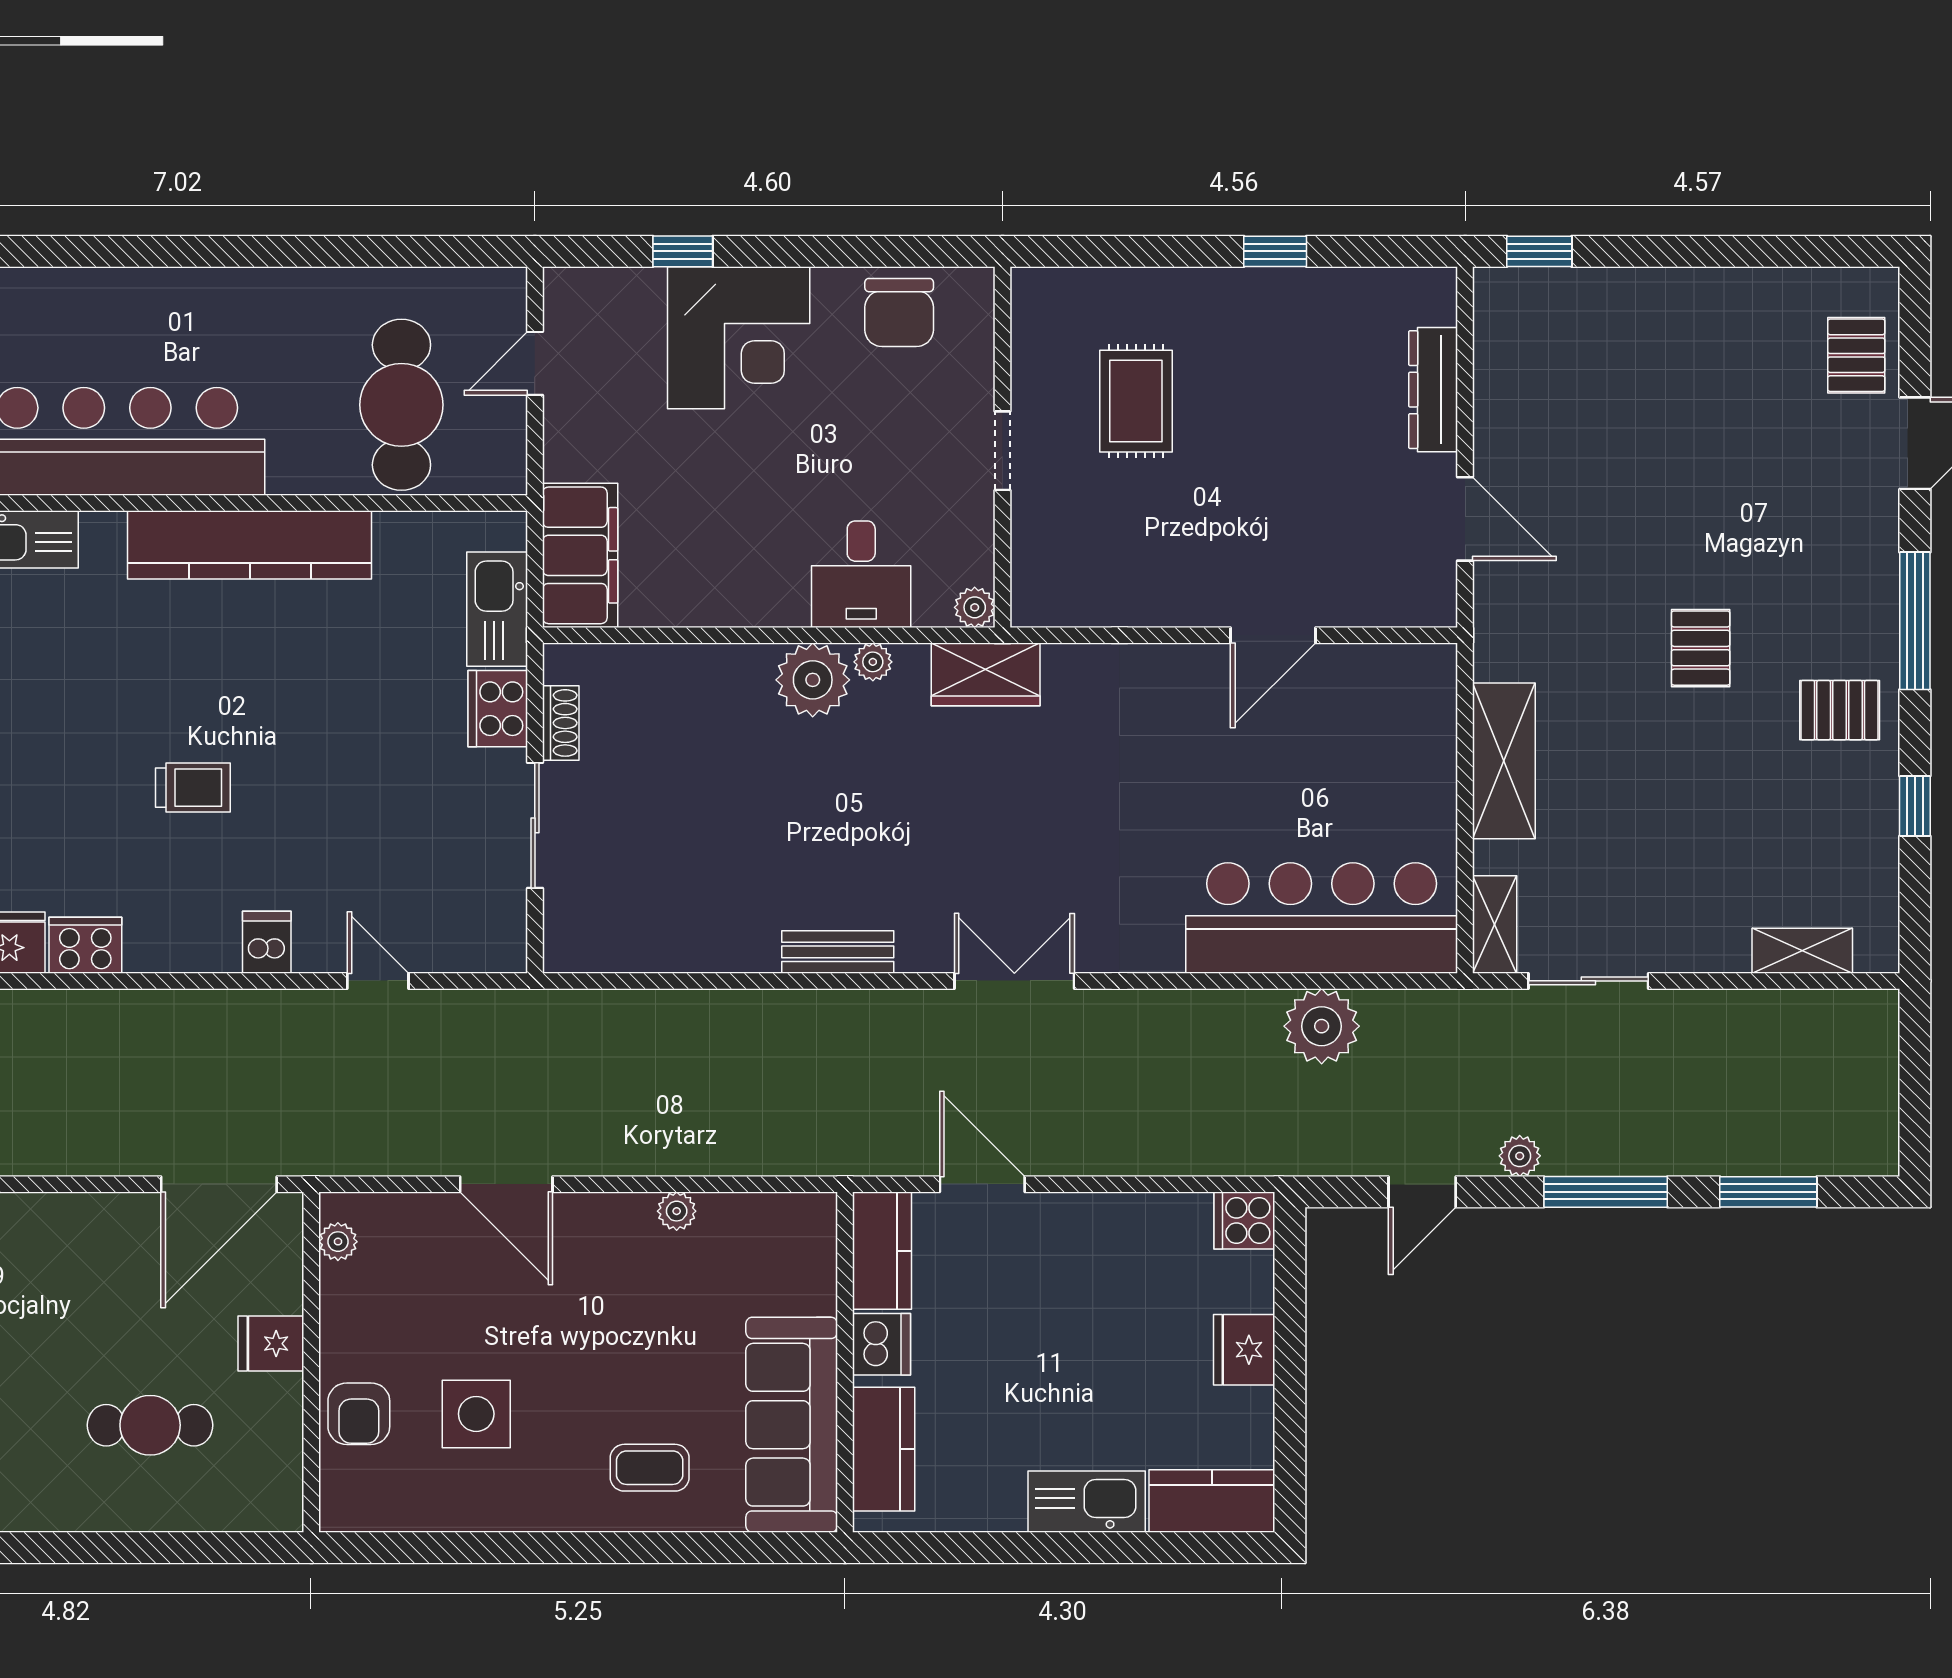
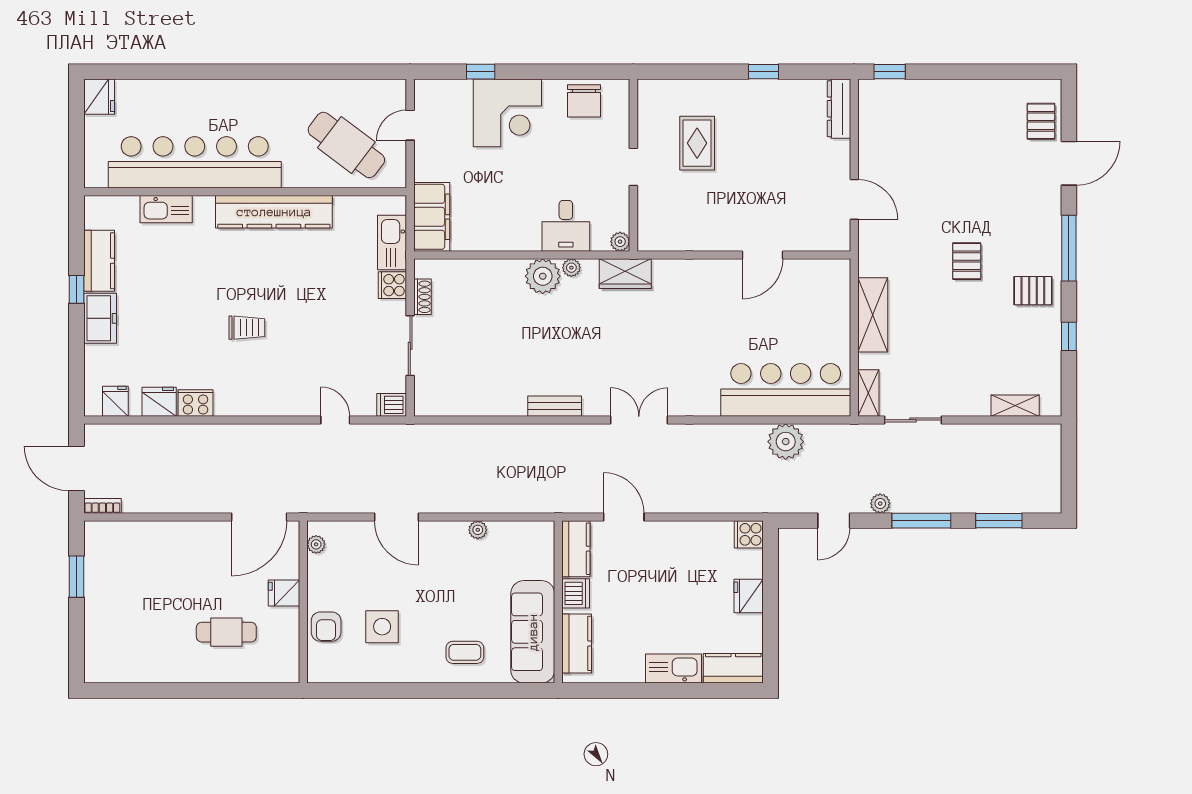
dresser: (1433, 390) -> (839, 109), moved
cafe table: (401, 405) -> (346, 145), turned -53
cooker: (498, 709) -> (392, 285), width x0.73
dishwasher: (267, 942) -> (392, 405), moved, turned -90

